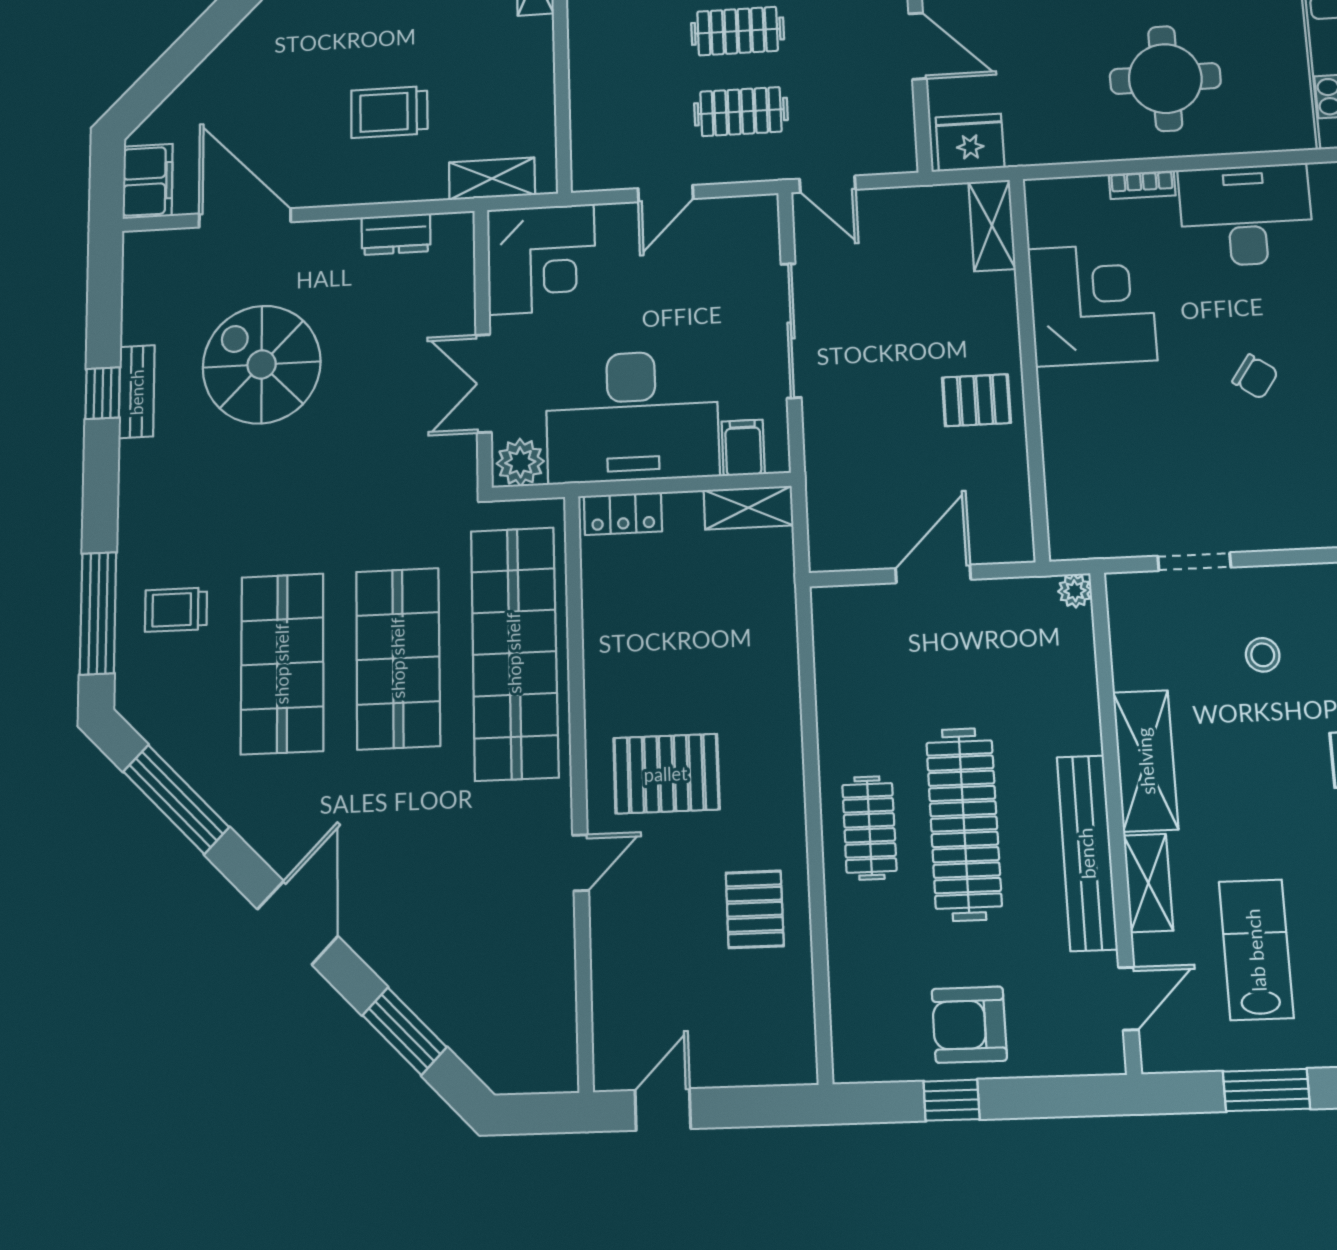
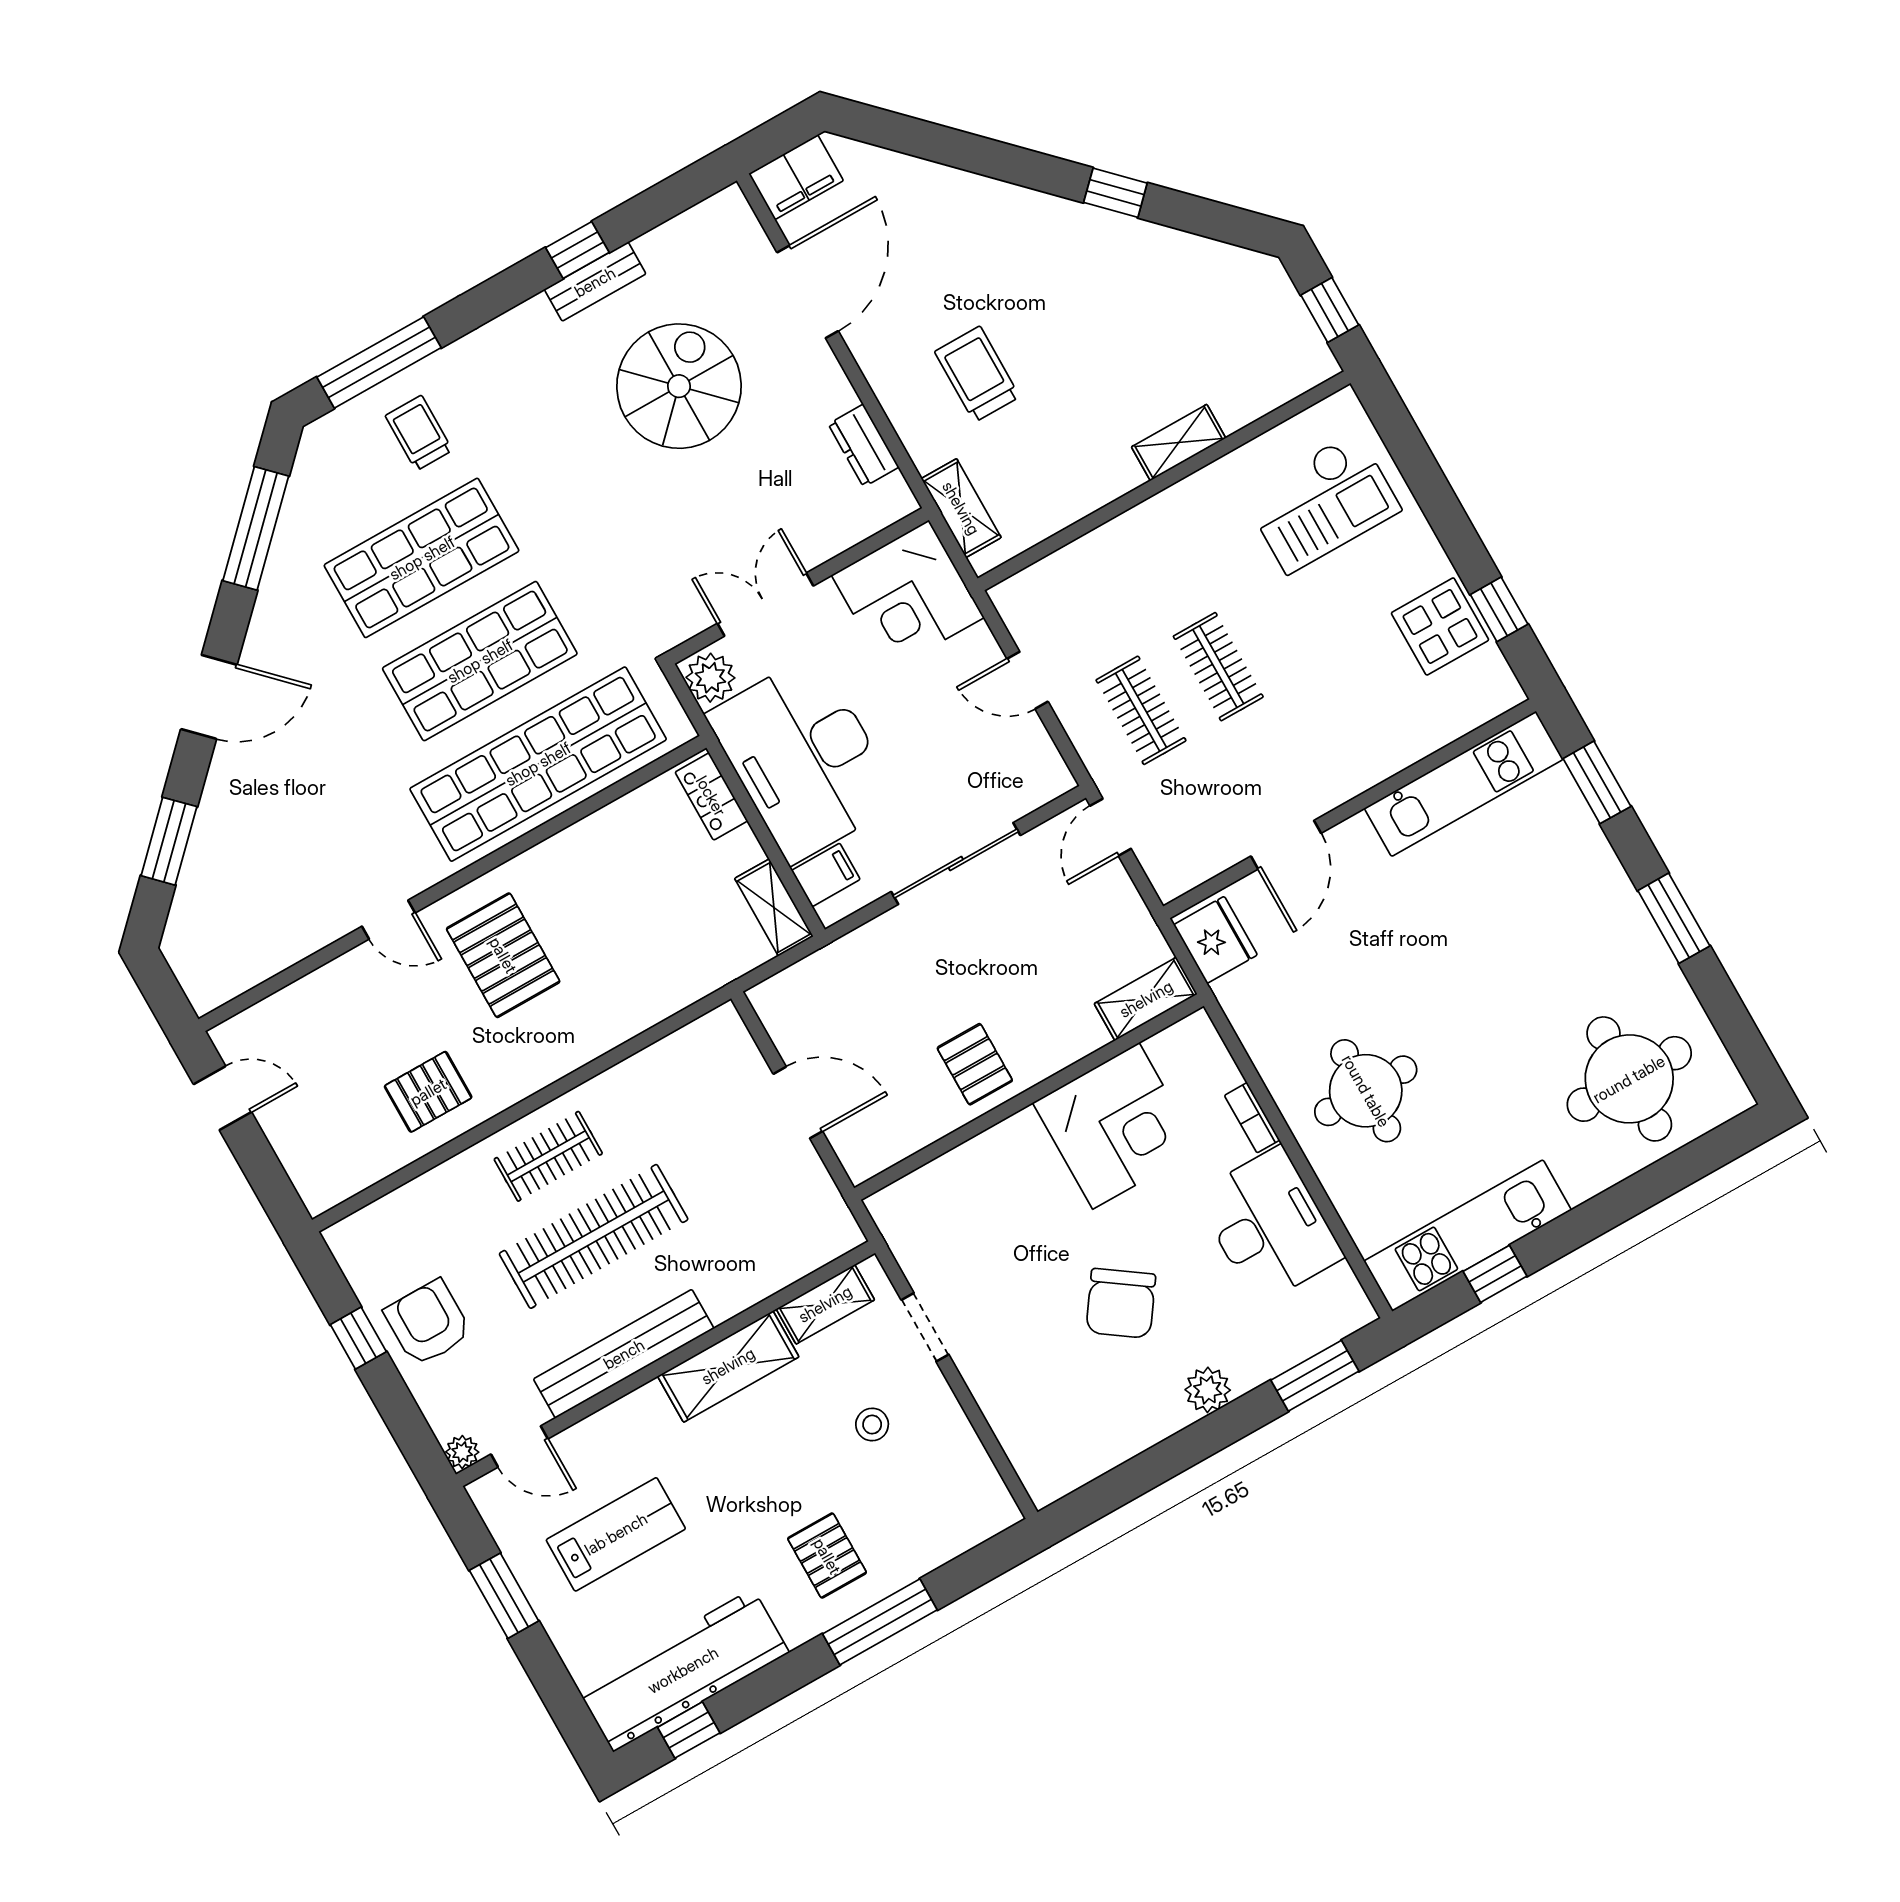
chair: (1255, 377) -> (1121, 1303), width x1.87, depth x1.87
plant: (1075, 591) -> (462, 1452), moved
shelving: (1148, 883) -> (825, 1304), moved

